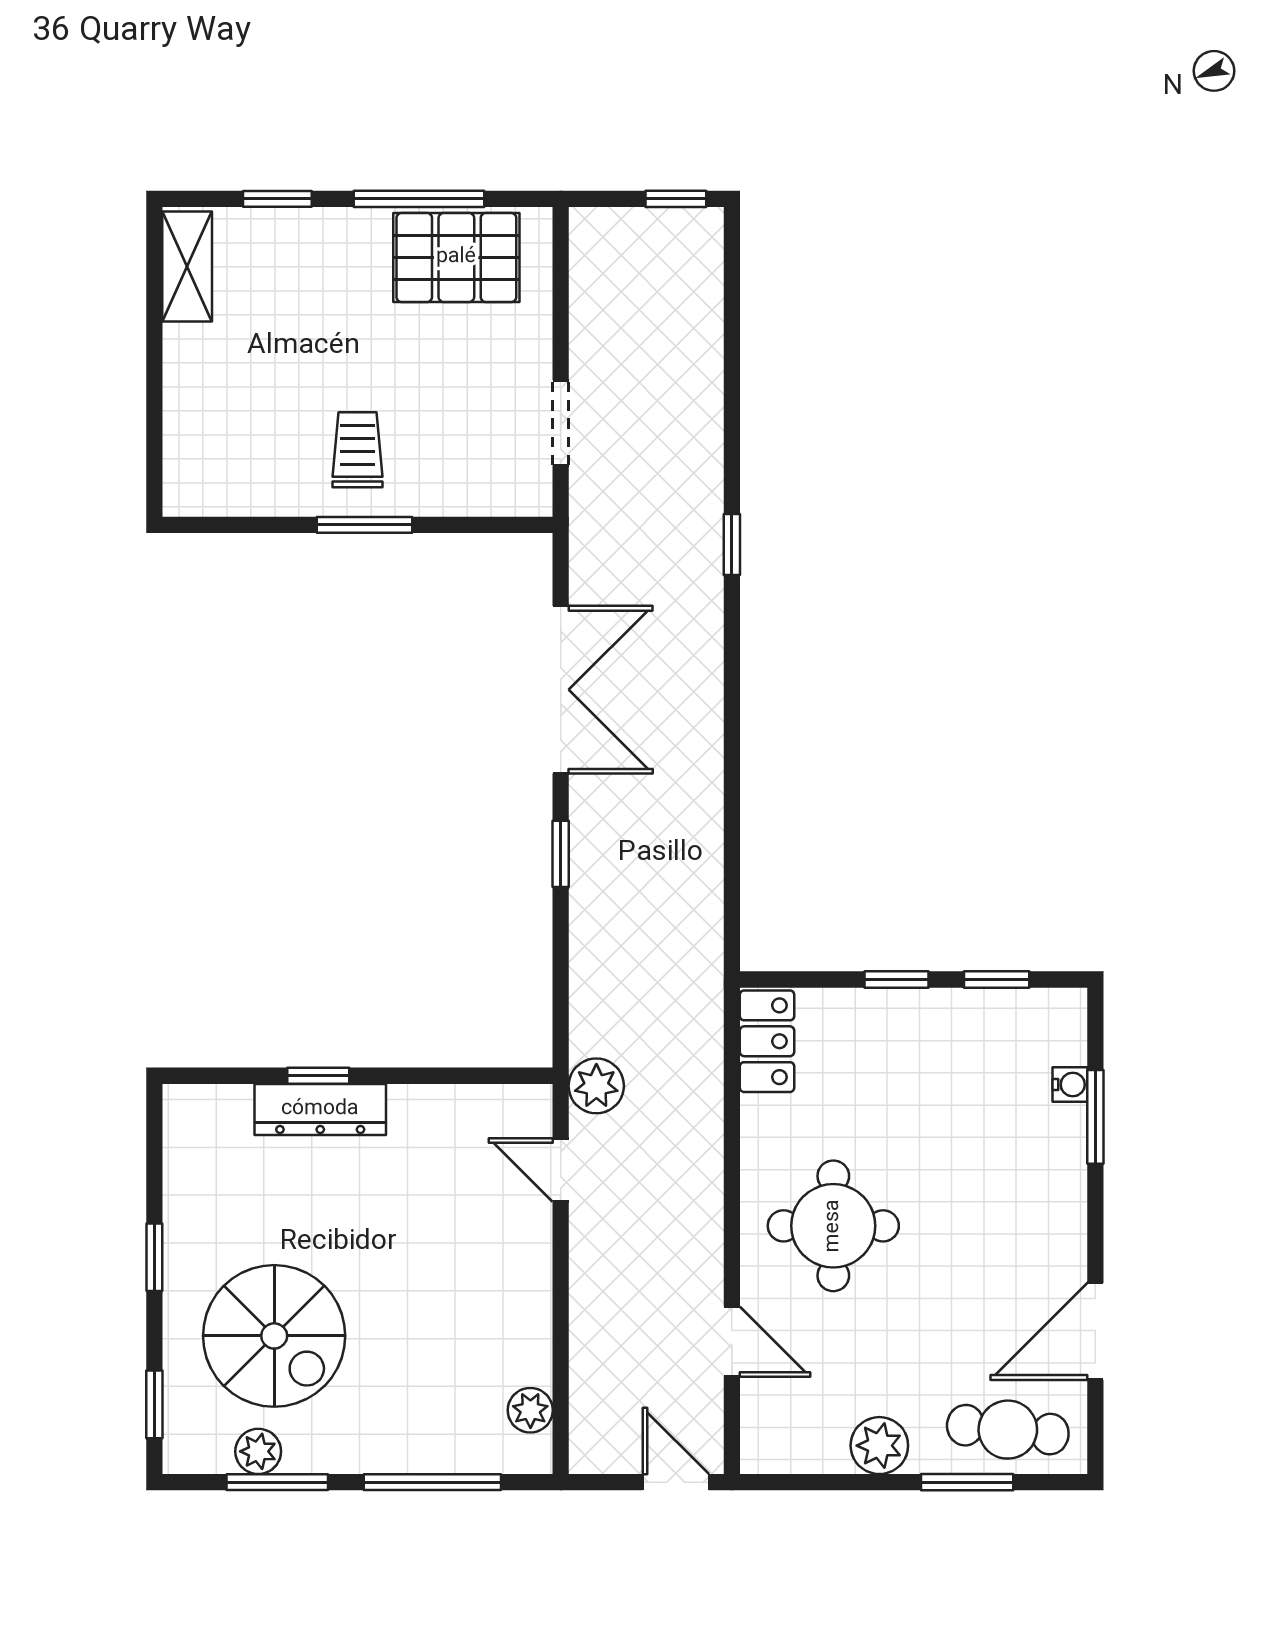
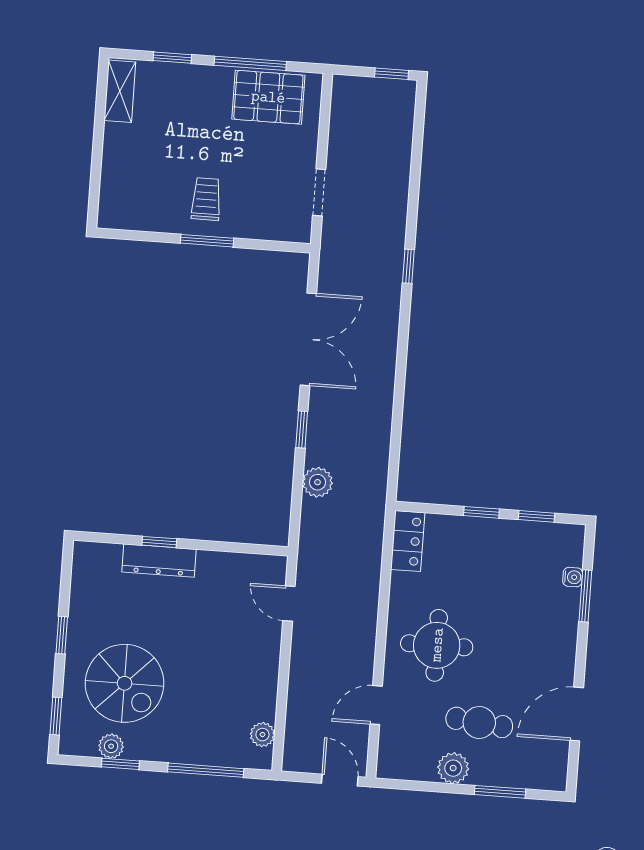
plant: (596, 1086) -> (318, 482), moved
door: (732, 1342) -> (376, 705), swing flipped
cafe table: (1008, 1430) -> (479, 722), moved
window: (277, 1482) -> (120, 764), width x0.67

